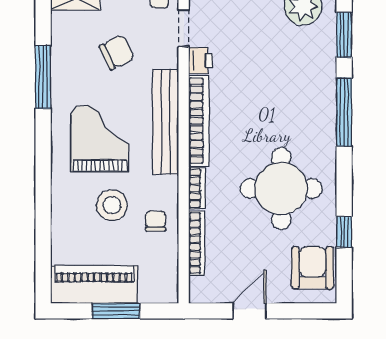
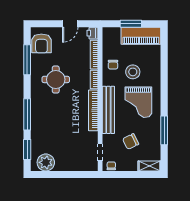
printer: (200, 61) -> (92, 33), moved
round table: (281, 189) -> (56, 79), width x0.73, depth x0.73
window: (344, 232) -> (27, 60), width x2.17

